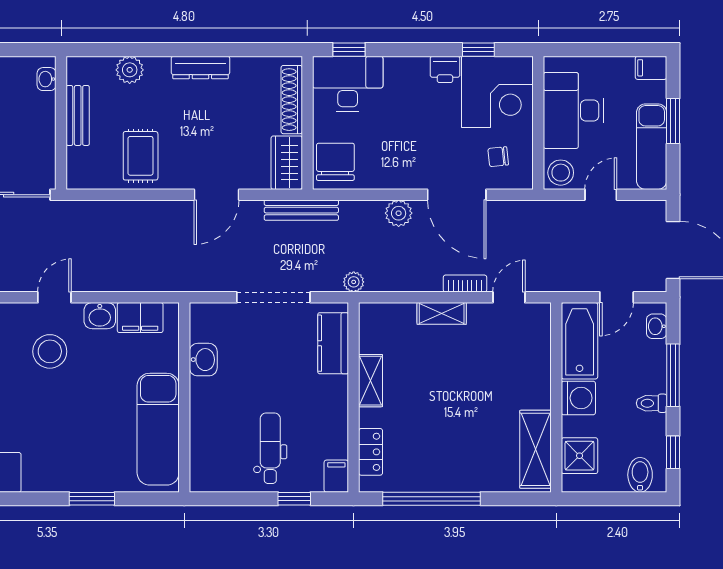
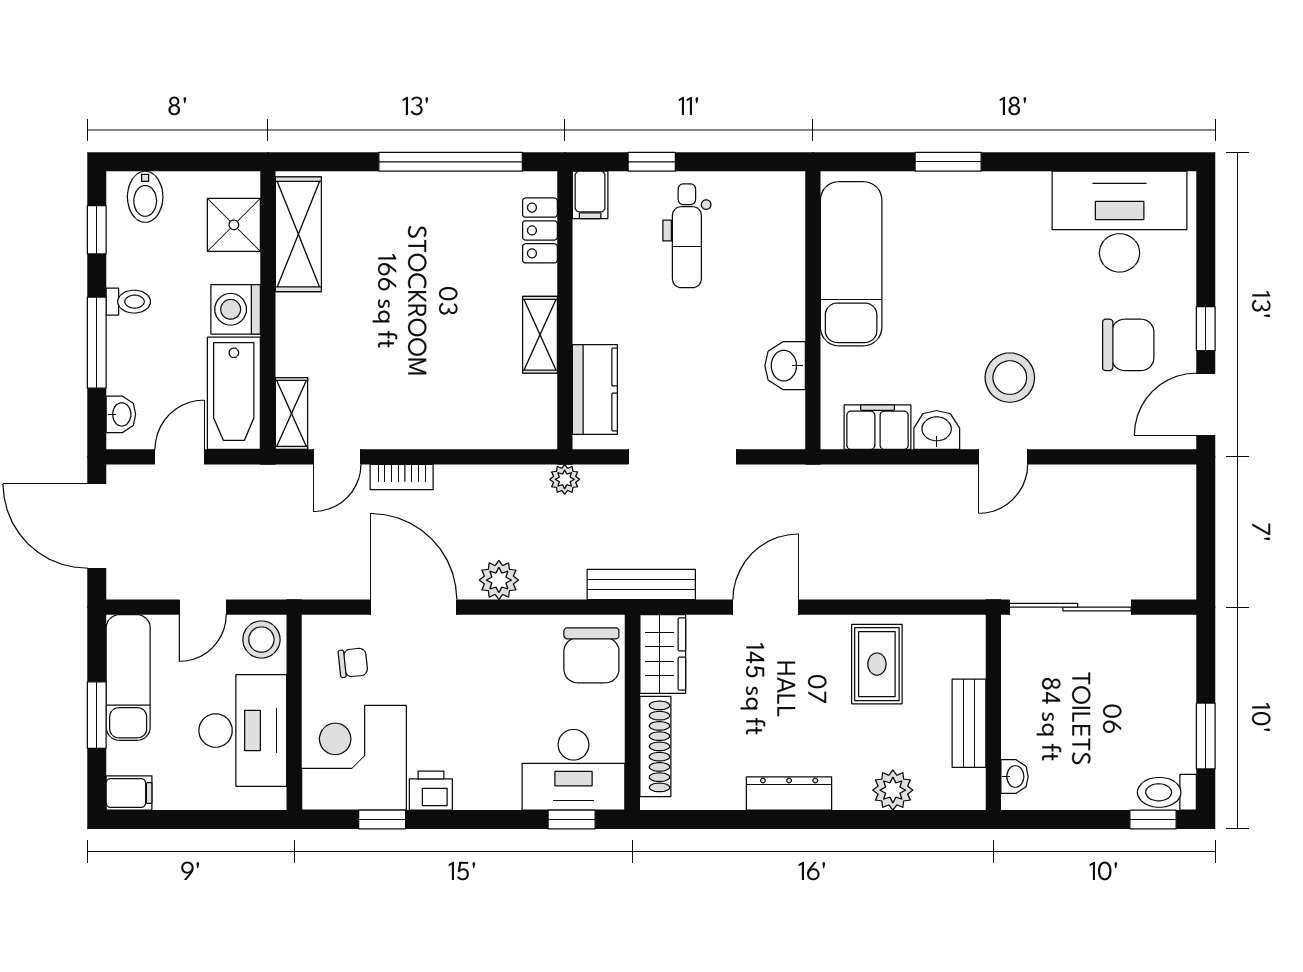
shelving: (442, 313) -> (292, 413), moved, turned 90

